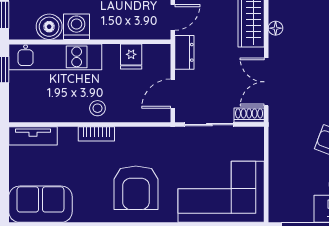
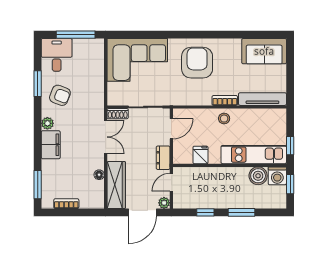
washing machine: (76, 27) -> (277, 176), moved
tv unit: (33, 136) -> (262, 99), width x1.41

